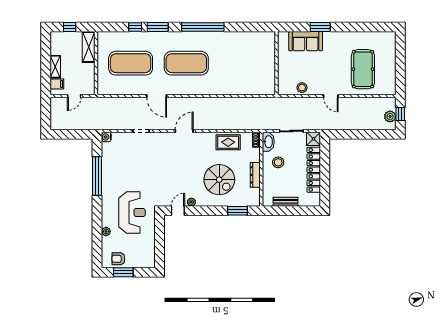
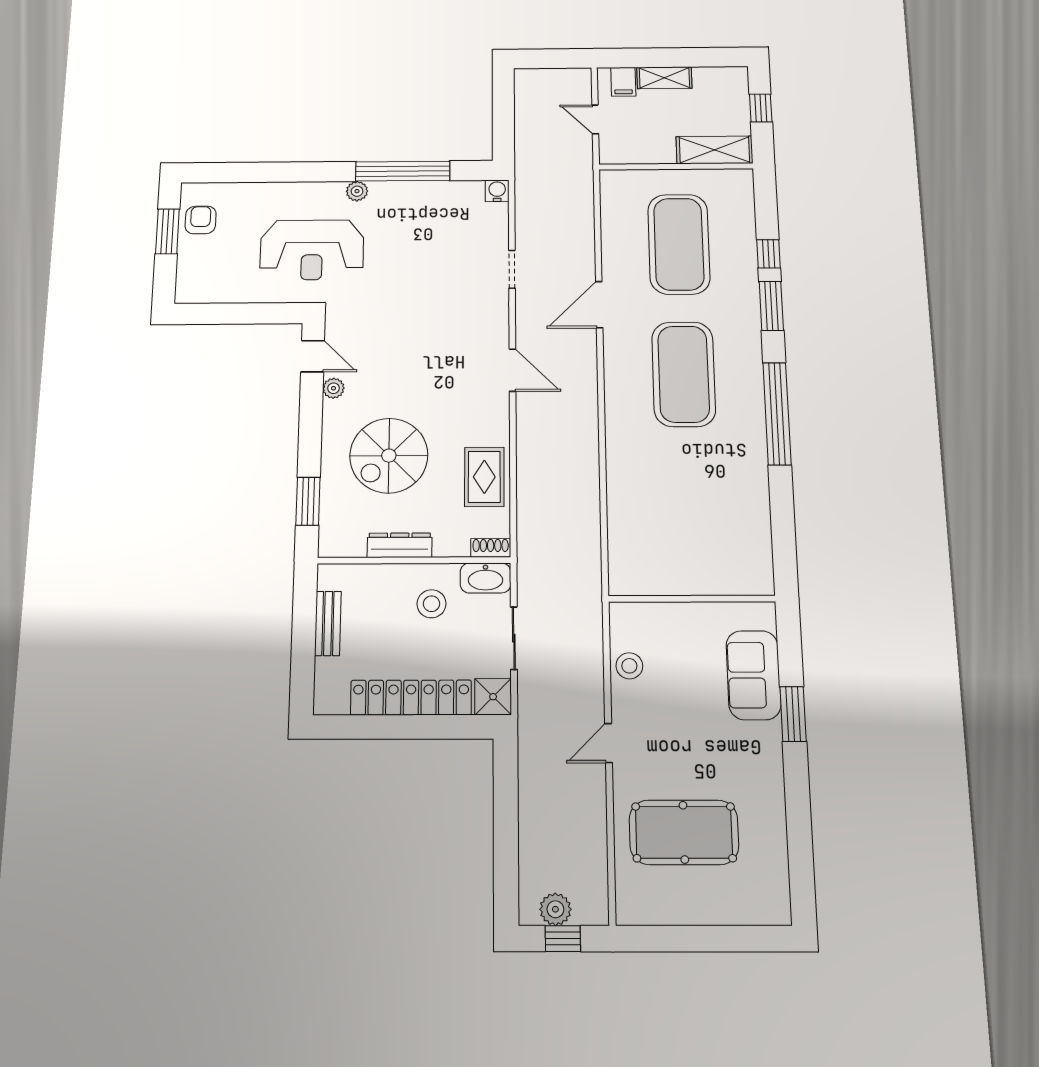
plant: (106, 231) -> (357, 191), moved

